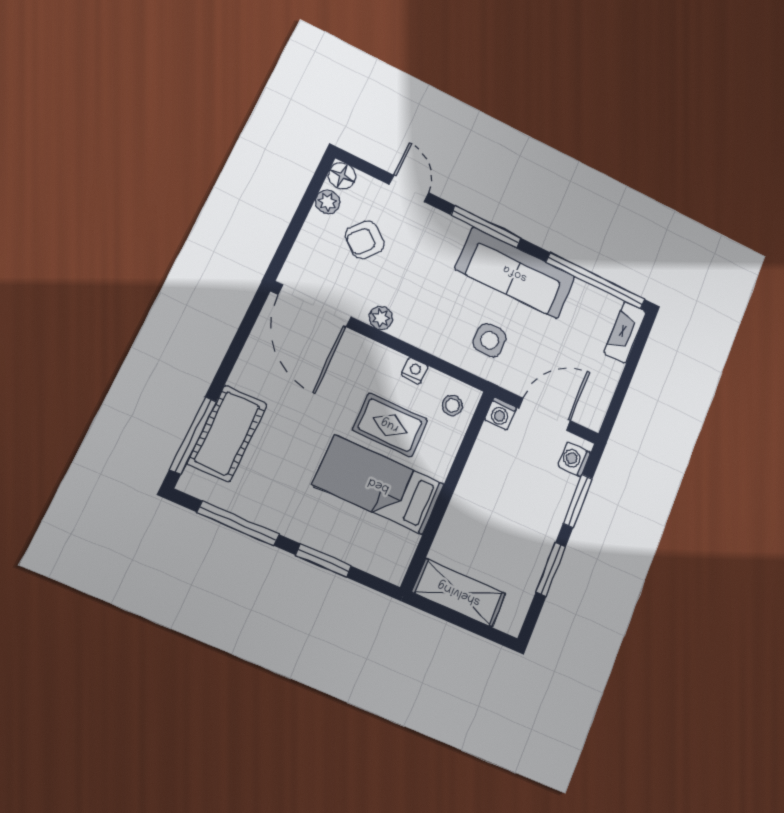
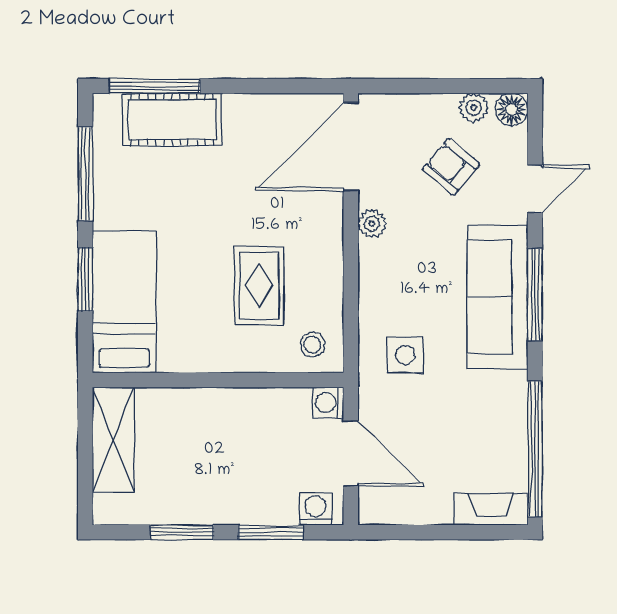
sofa: (515, 273) -> (497, 297), moved
nightstand: (415, 371) -> (331, 286), removed
bed: (379, 485) -> (124, 302), moved

